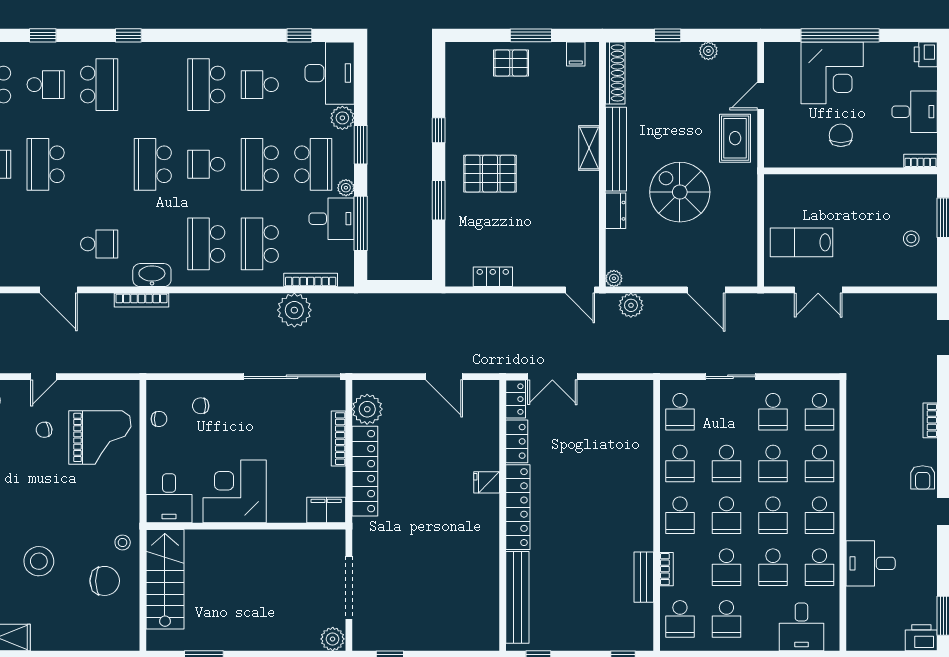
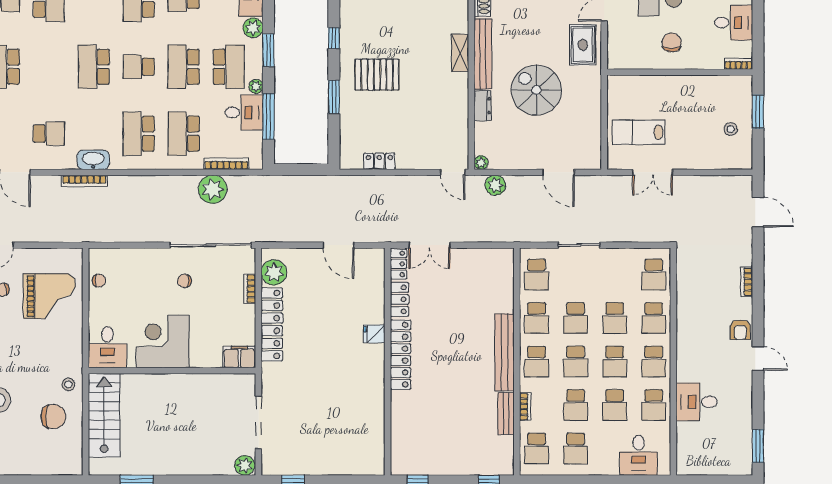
chair: (201, 406) -> (184, 281), moved
school desk: (773, 412) -> (615, 275), removed
bookcase: (338, 439) -> (250, 289), width x0.64
bench: (517, 597) -> (505, 352), moved
printer: (921, 638) -> (739, 464), removed

